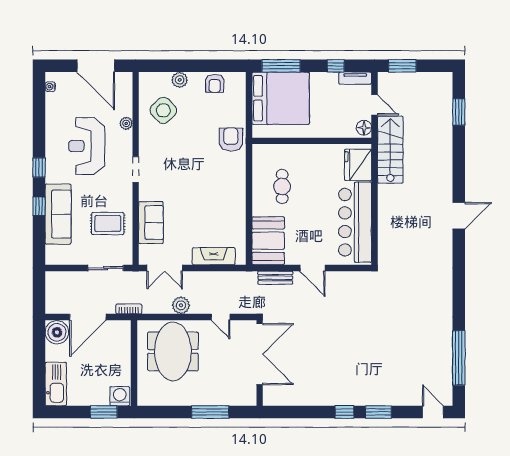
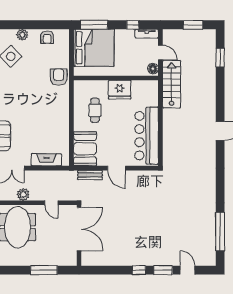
window: (402, 66) -> (193, 25), moved
fridge: (358, 165) -> (120, 90), moved, turned -90
door: (433, 412) -> (188, 270), moved

